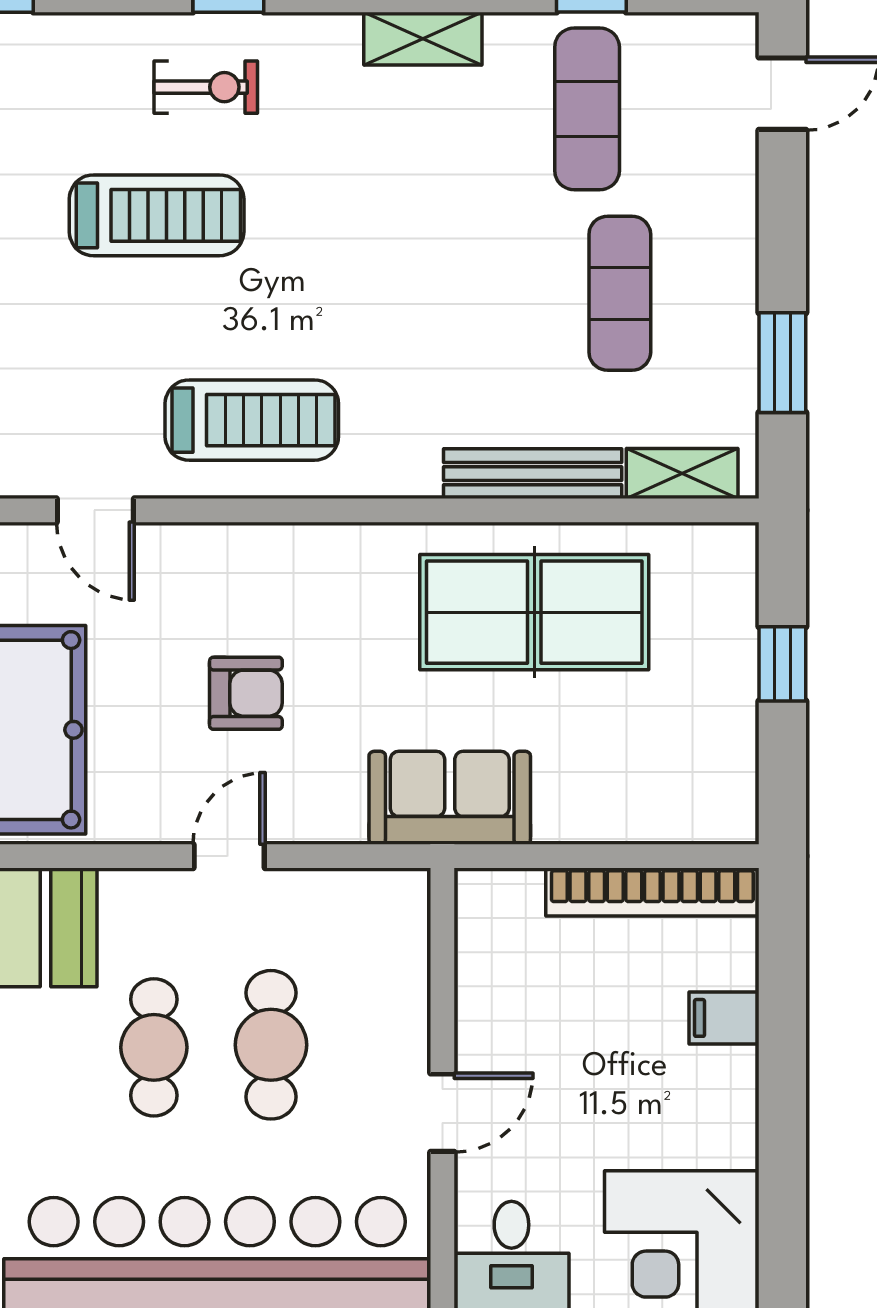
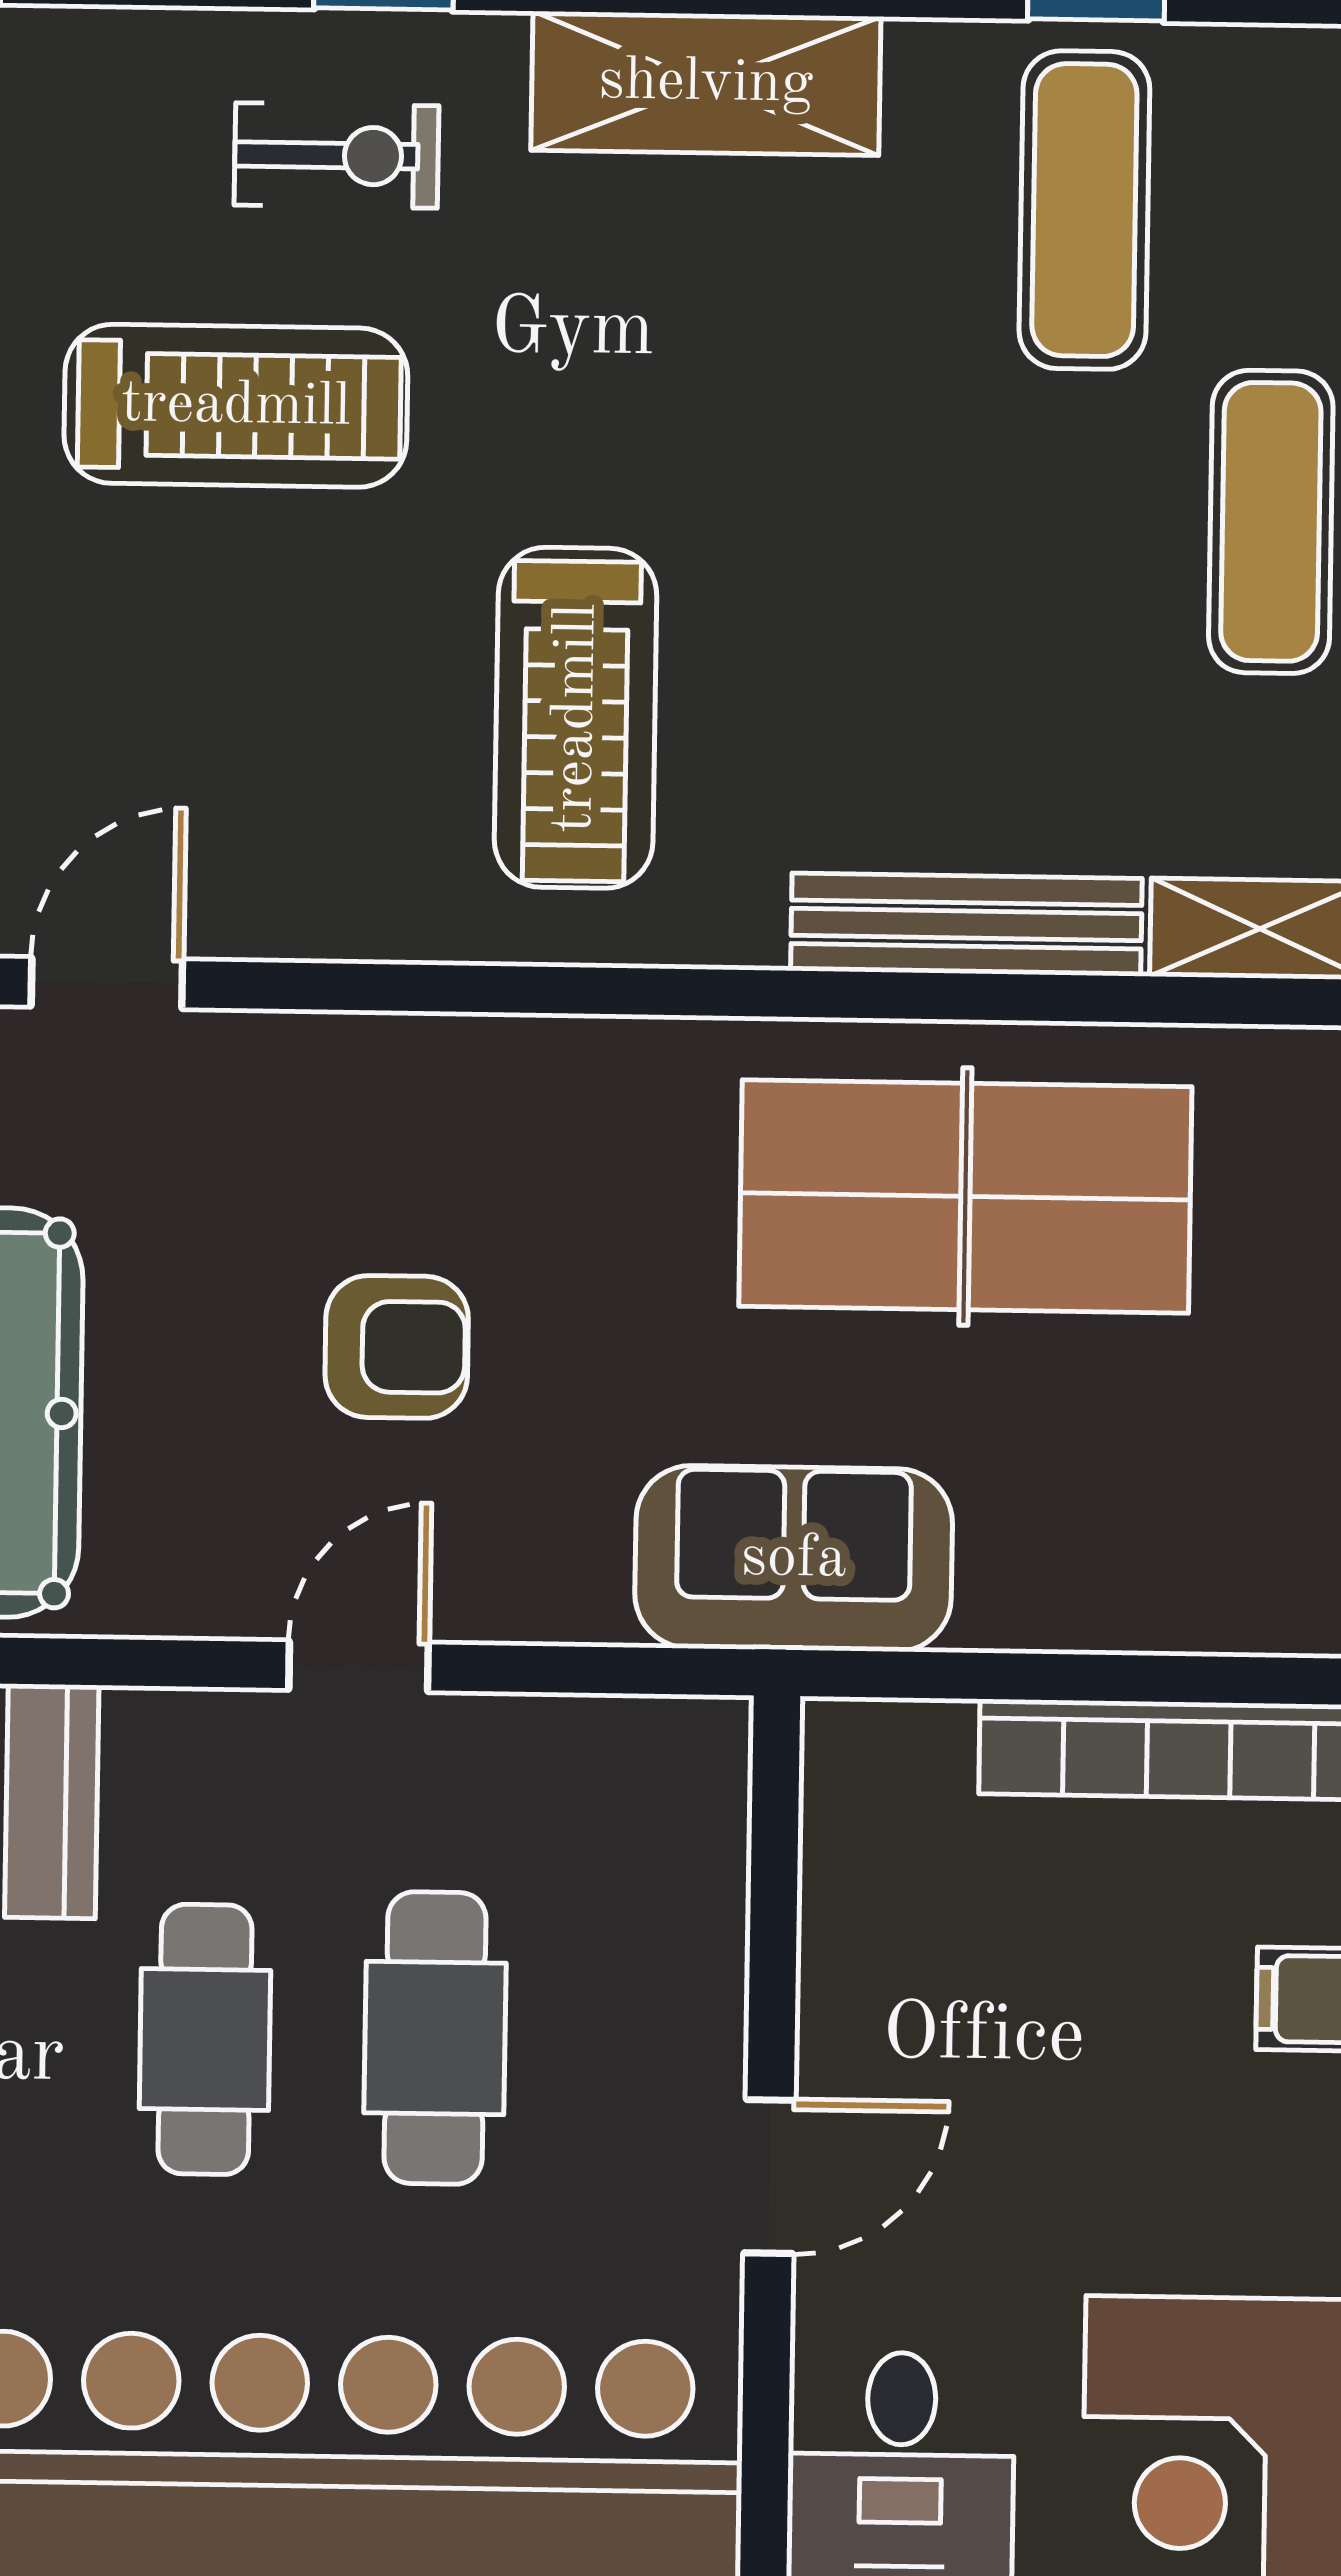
shelving: (423, 39) -> (706, 83), width x1.50, depth x1.33
exercise mat: (620, 293) -> (1271, 522), moved
treadmill: (252, 420) -> (576, 718), moved, turned 90
door: (95, 510) -> (107, 983), swing flipped

